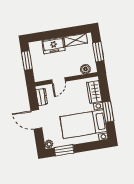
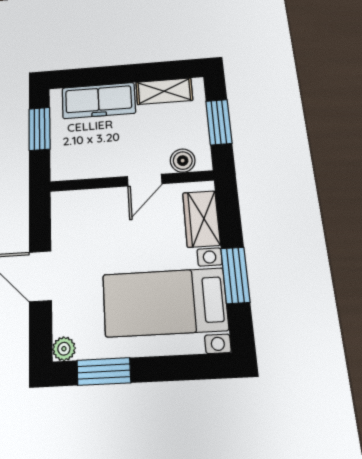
freezer: (54, 45) -> (99, 101), width x1.40
door: (59, 81) -> (145, 180), moved
dresser: (42, 97) -> (63, 219), removed

